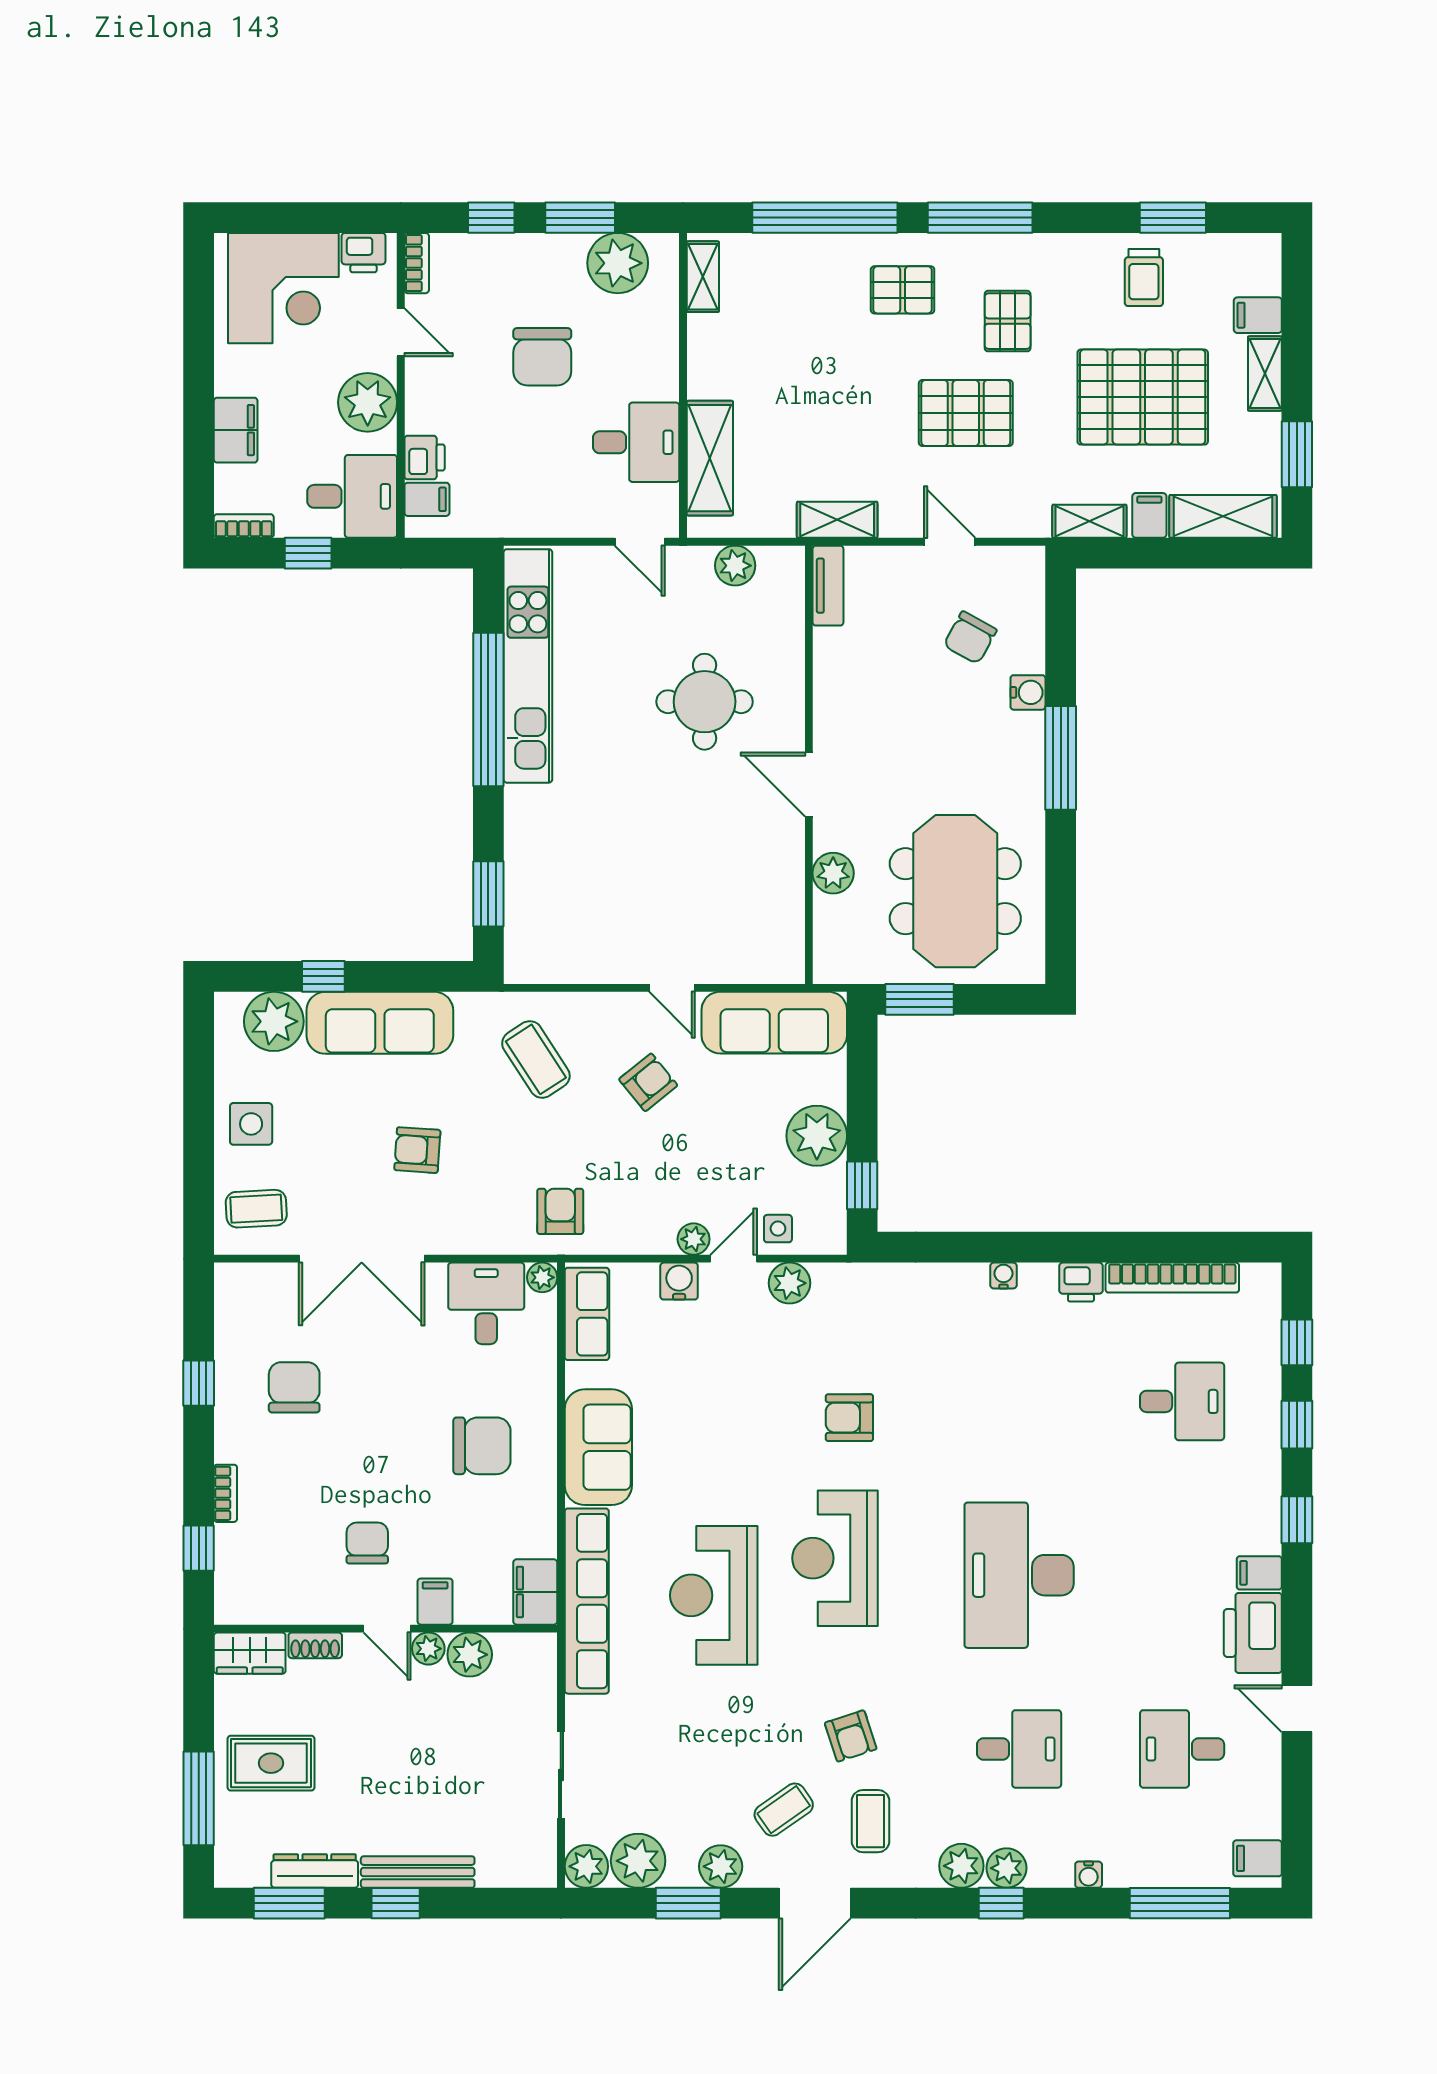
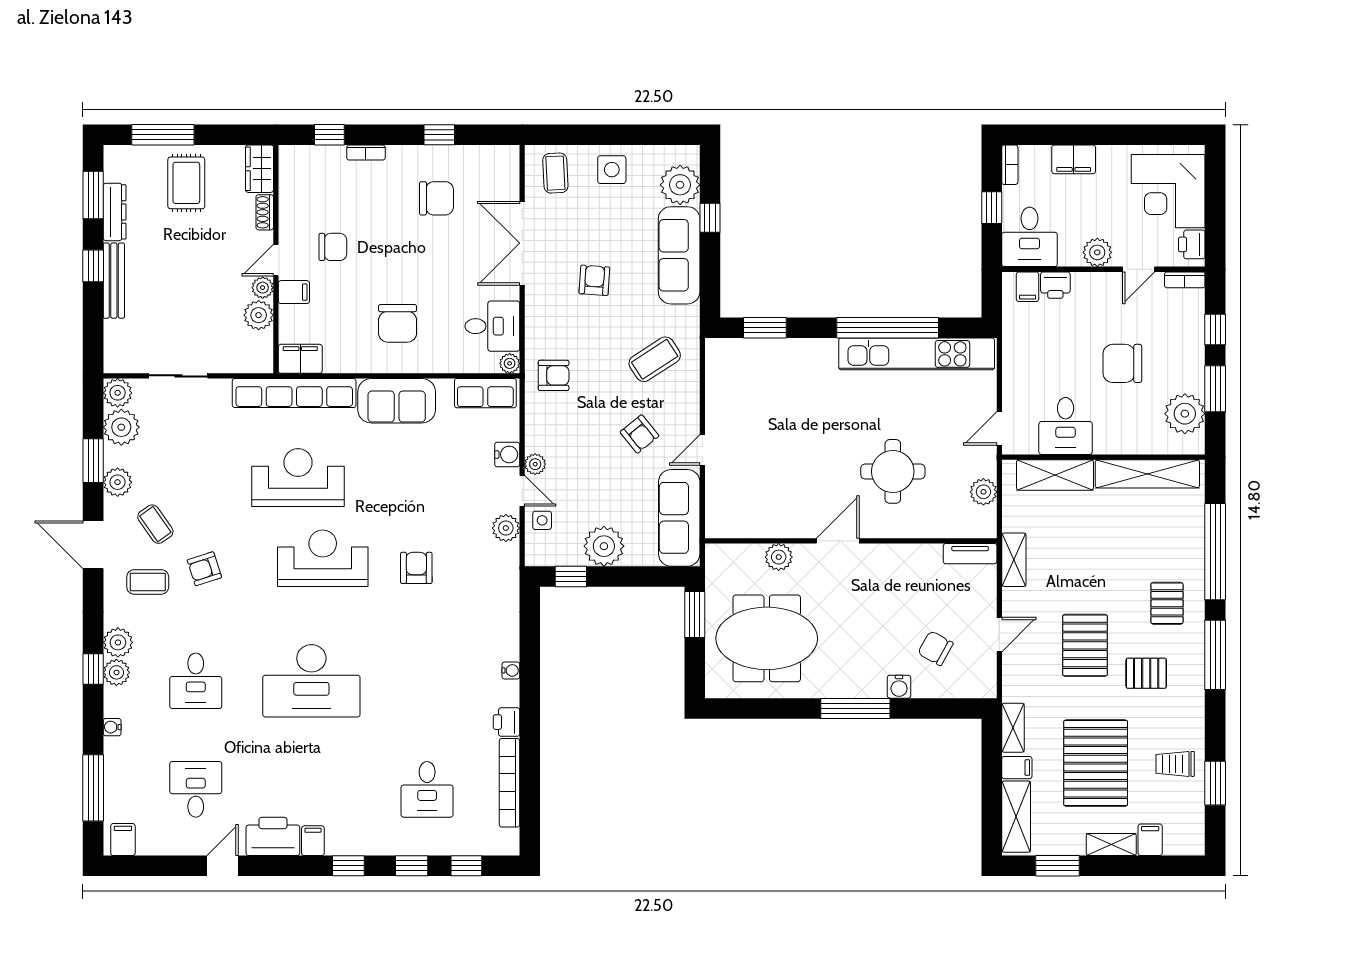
shelving: (703, 277) -> (1147, 474), width x2.20, depth x1.33
plant: (368, 402) -> (1097, 252), width x0.73, depth x0.73
desk: (1019, 1575) -> (311, 681), turned 180

